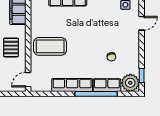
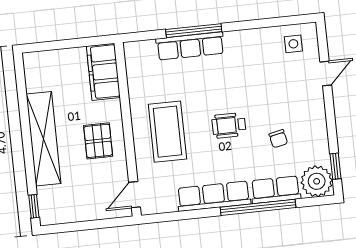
coffee table: (50, 46) -> (167, 132), turned 90
wheelchair: (85, 47) -> (229, 125), added

